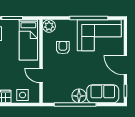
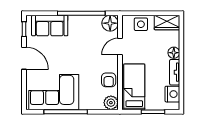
armchair: (63, 48) -> (109, 80), moved
door: (41, 75) -> (120, 47), swing flipped
floor lamp: (79, 96) -> (110, 23), moved

